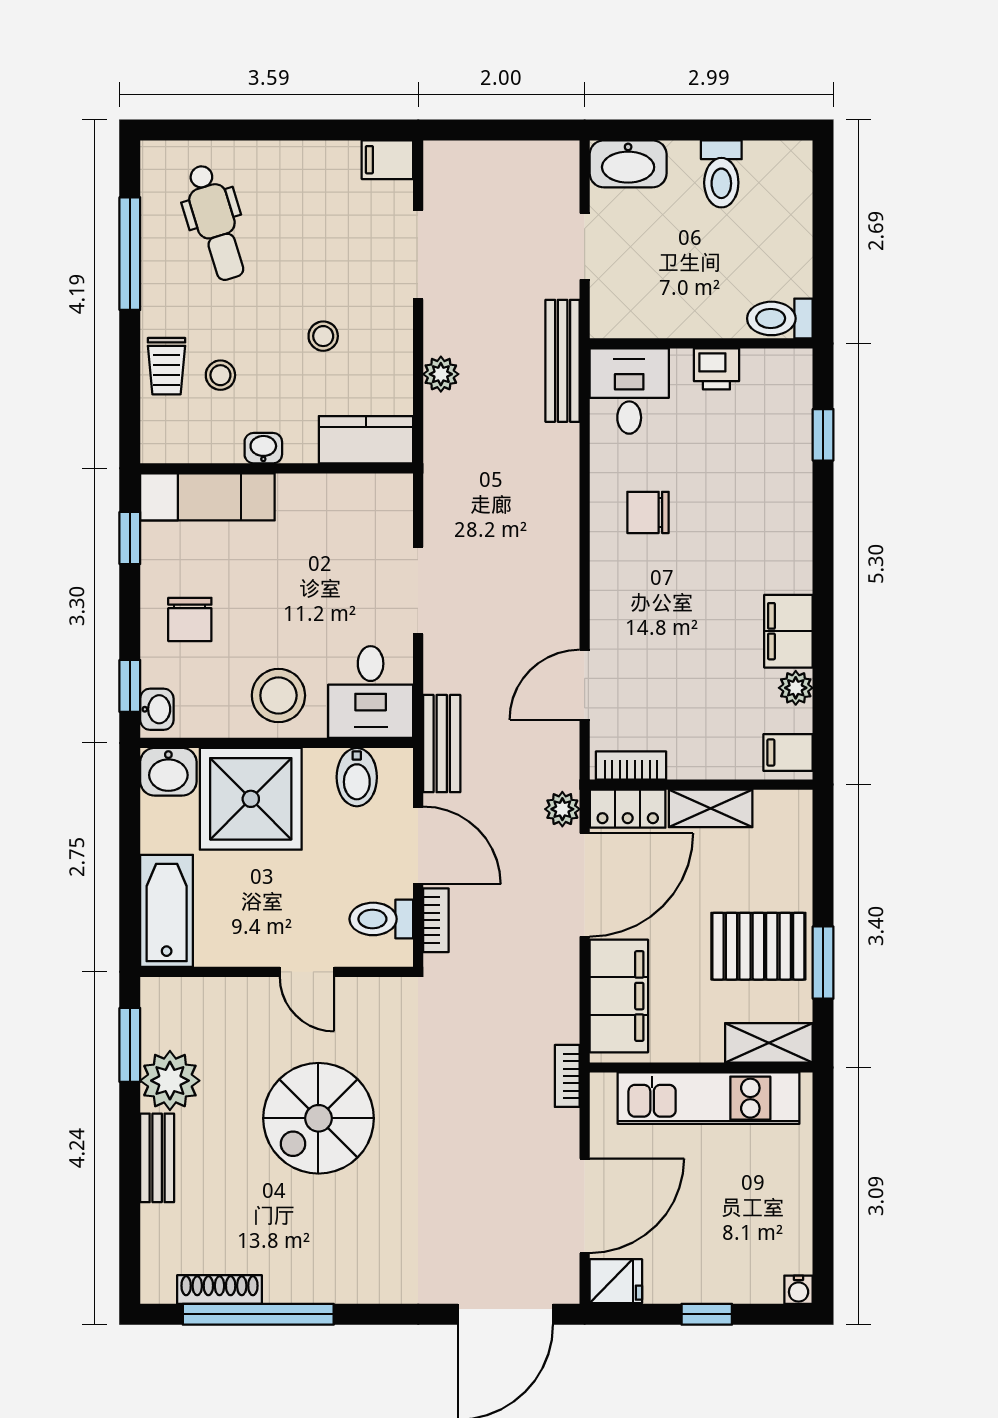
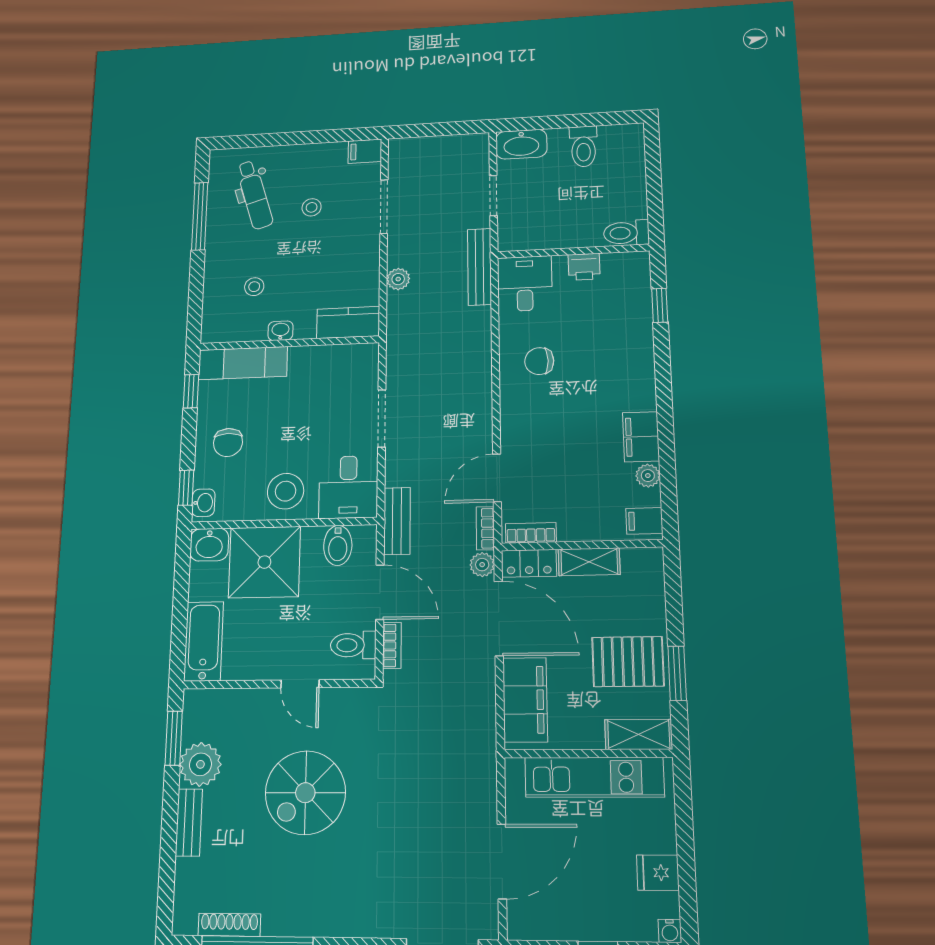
stool: (323, 336) -> (312, 207), moved
trolley: (166, 366) -> (220, 283), removed
door: (585, 885) -> (499, 618), hinge flipped
bookcase: (567, 1076) -> (485, 528), moved
fridge: (616, 1281) -> (658, 873), moved, turned 180

